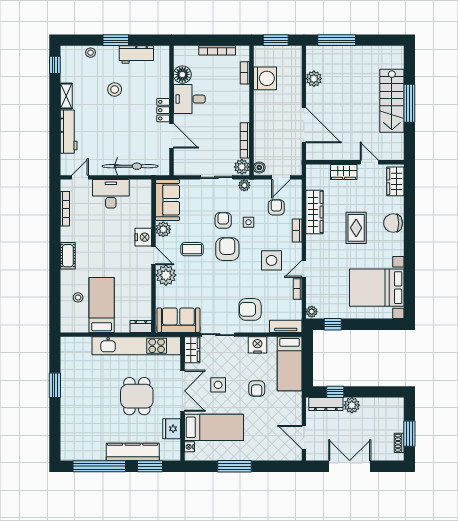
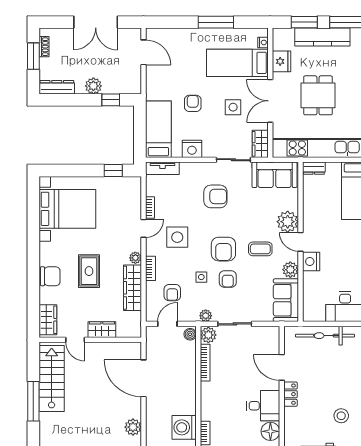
stairs: (392, 101) -> (52, 378), moved
armchair: (250, 309) -> (215, 196), moved
plant: (312, 312) -> (135, 258), moved
dresser: (326, 404) -> (57, 87), moved

